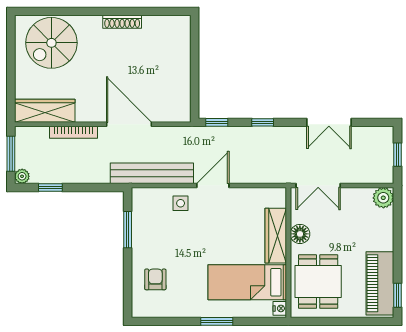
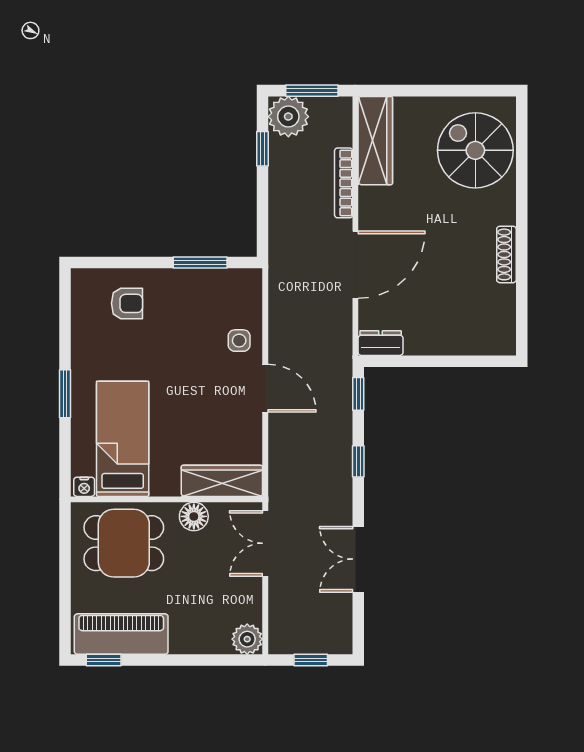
dresser: (182, 107) -> (381, 343), added
bench: (152, 173) -> (283, 298), removed
plant: (22, 176) -> (288, 117), width x1.88, depth x1.88
wardrobe: (276, 236) -> (222, 481), moved

